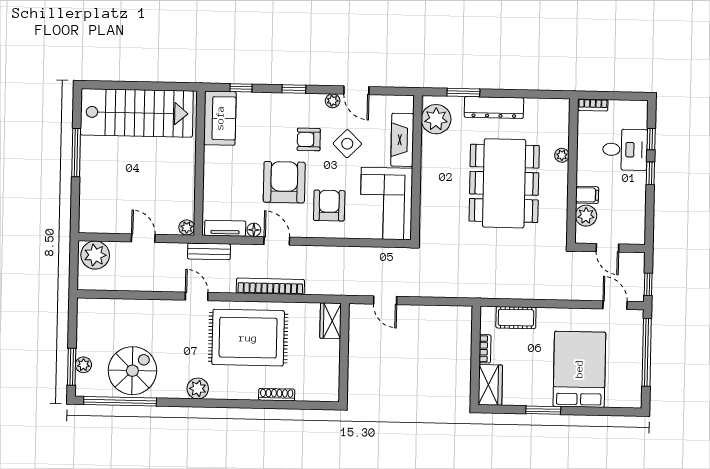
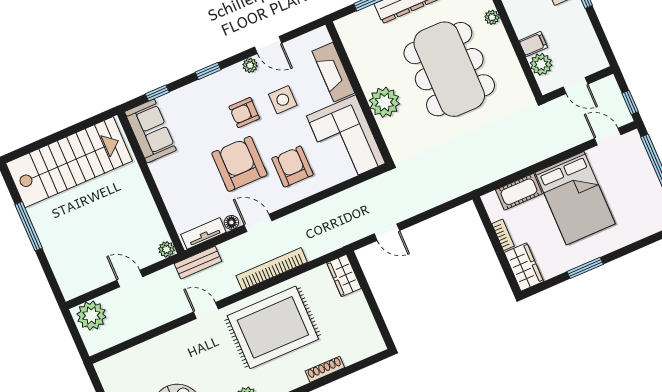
plant: (436, 119) -> (384, 102), moved
side table: (347, 144) -> (283, 100), turned 45
bed: (579, 369) -> (575, 198), moved, turned 180

